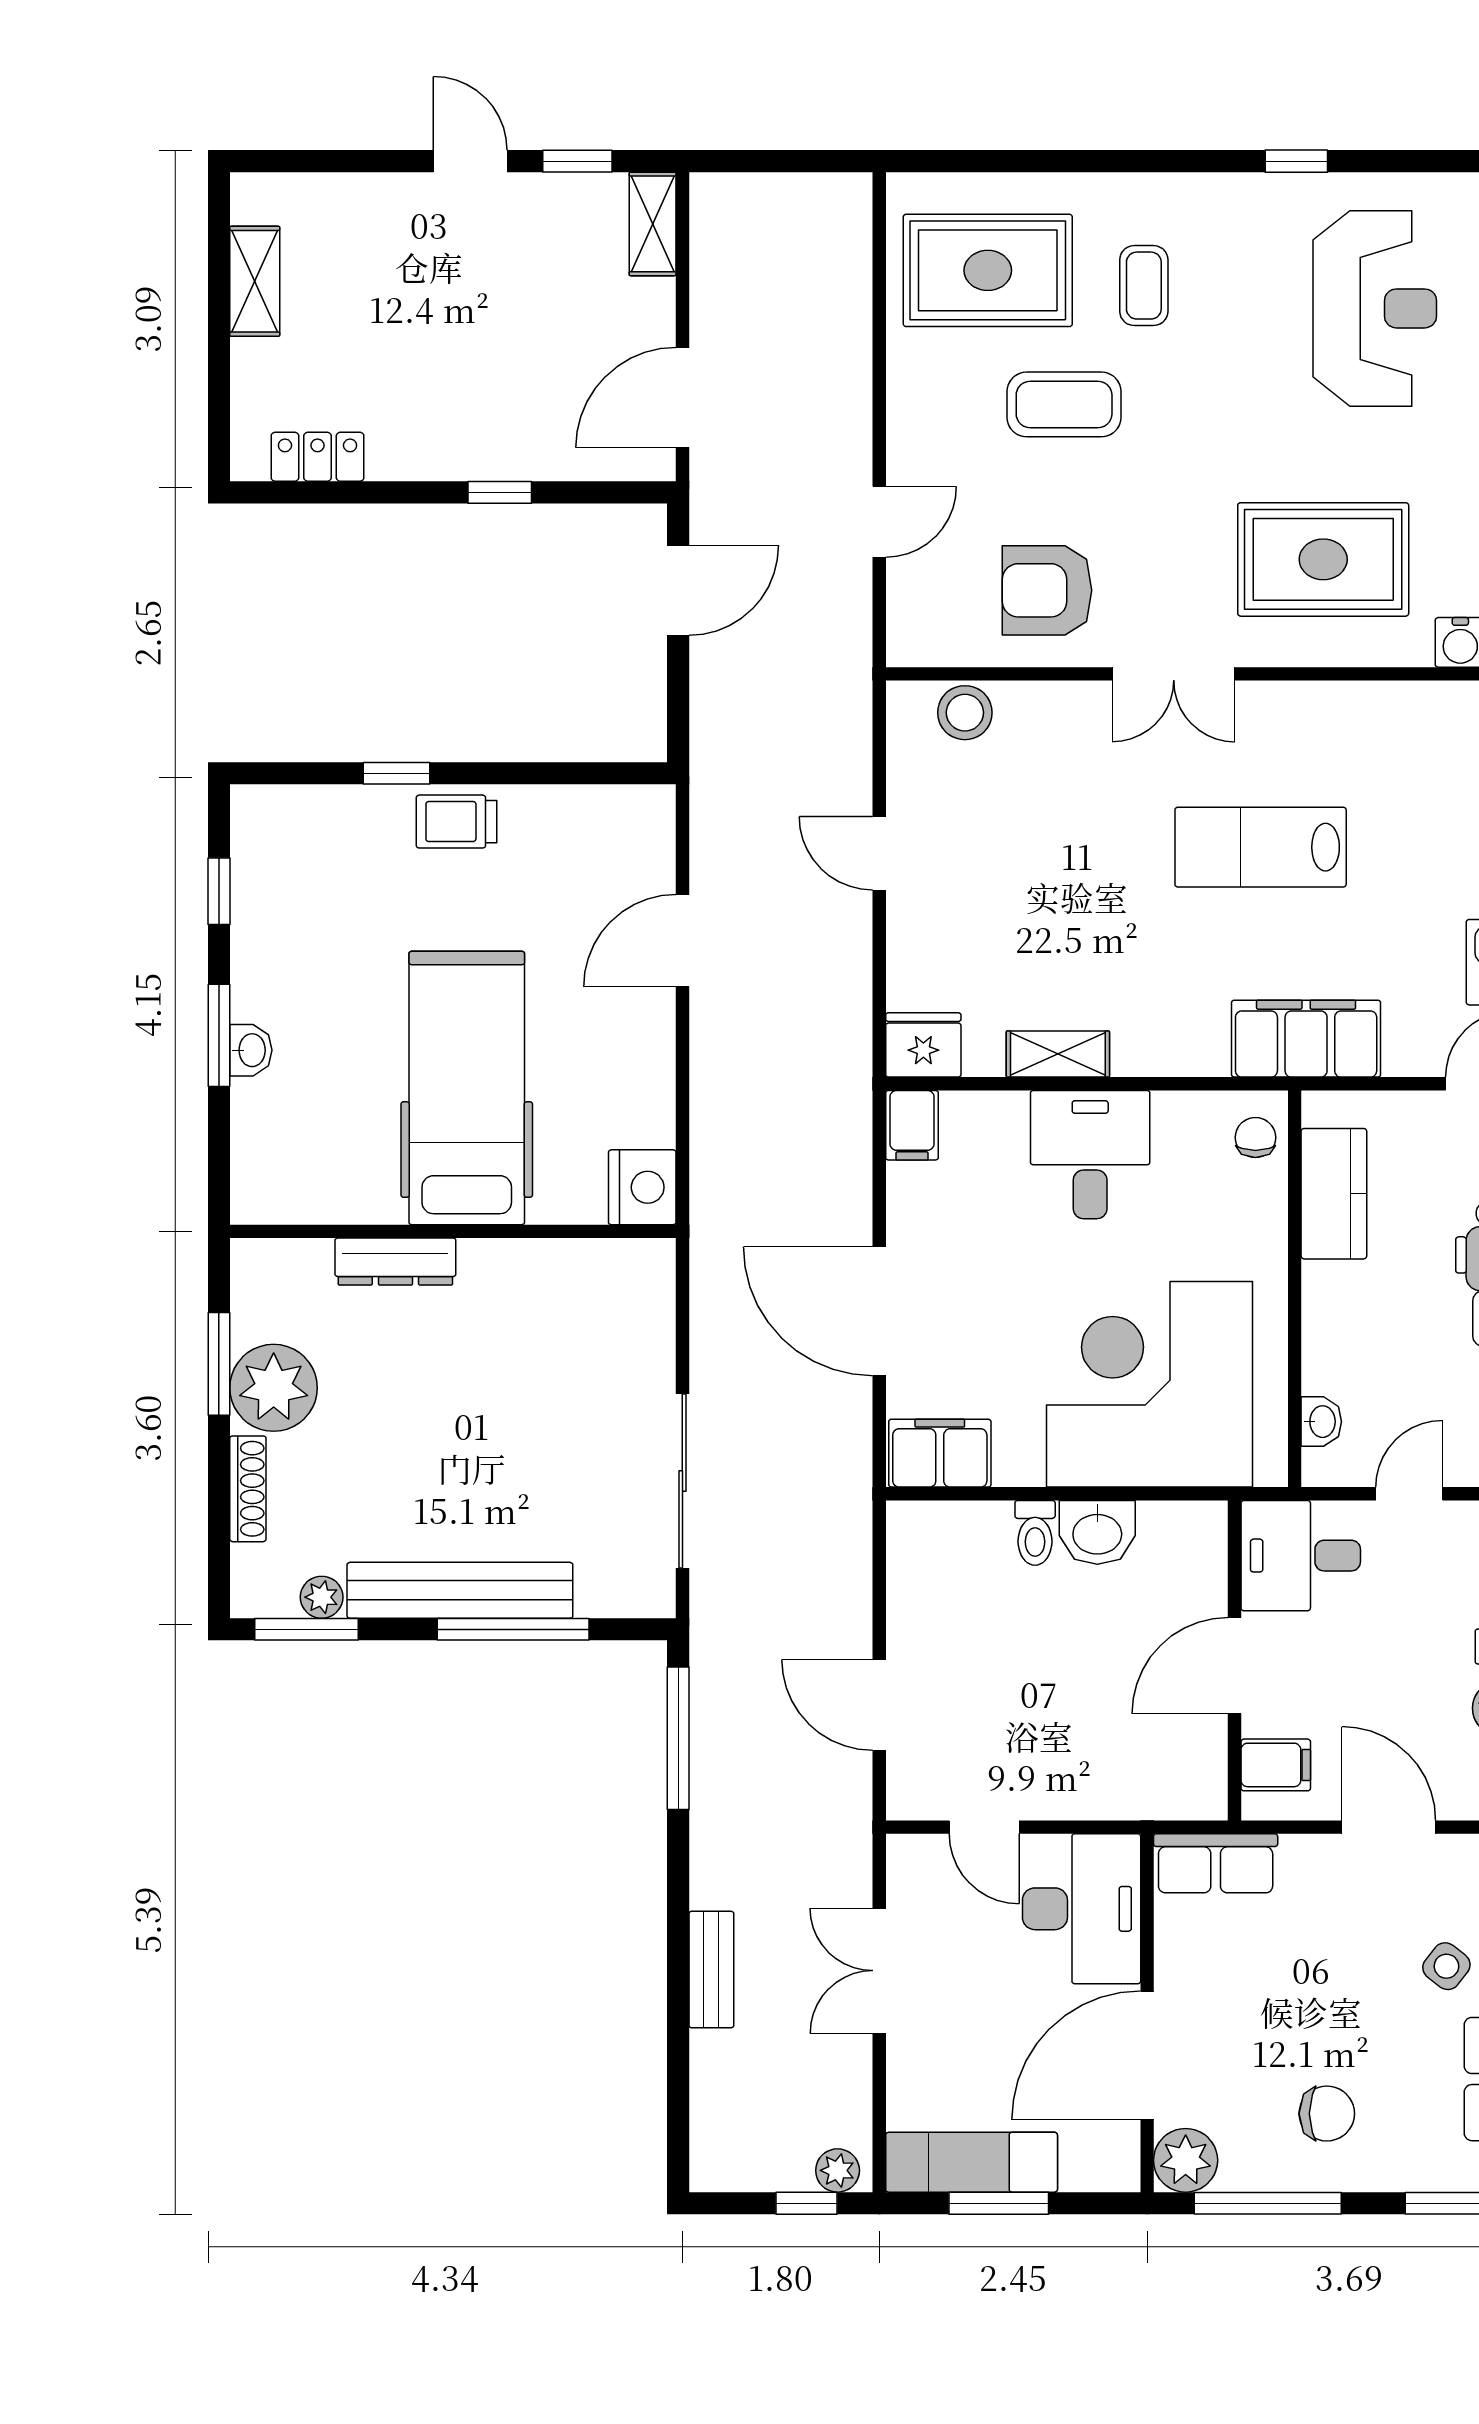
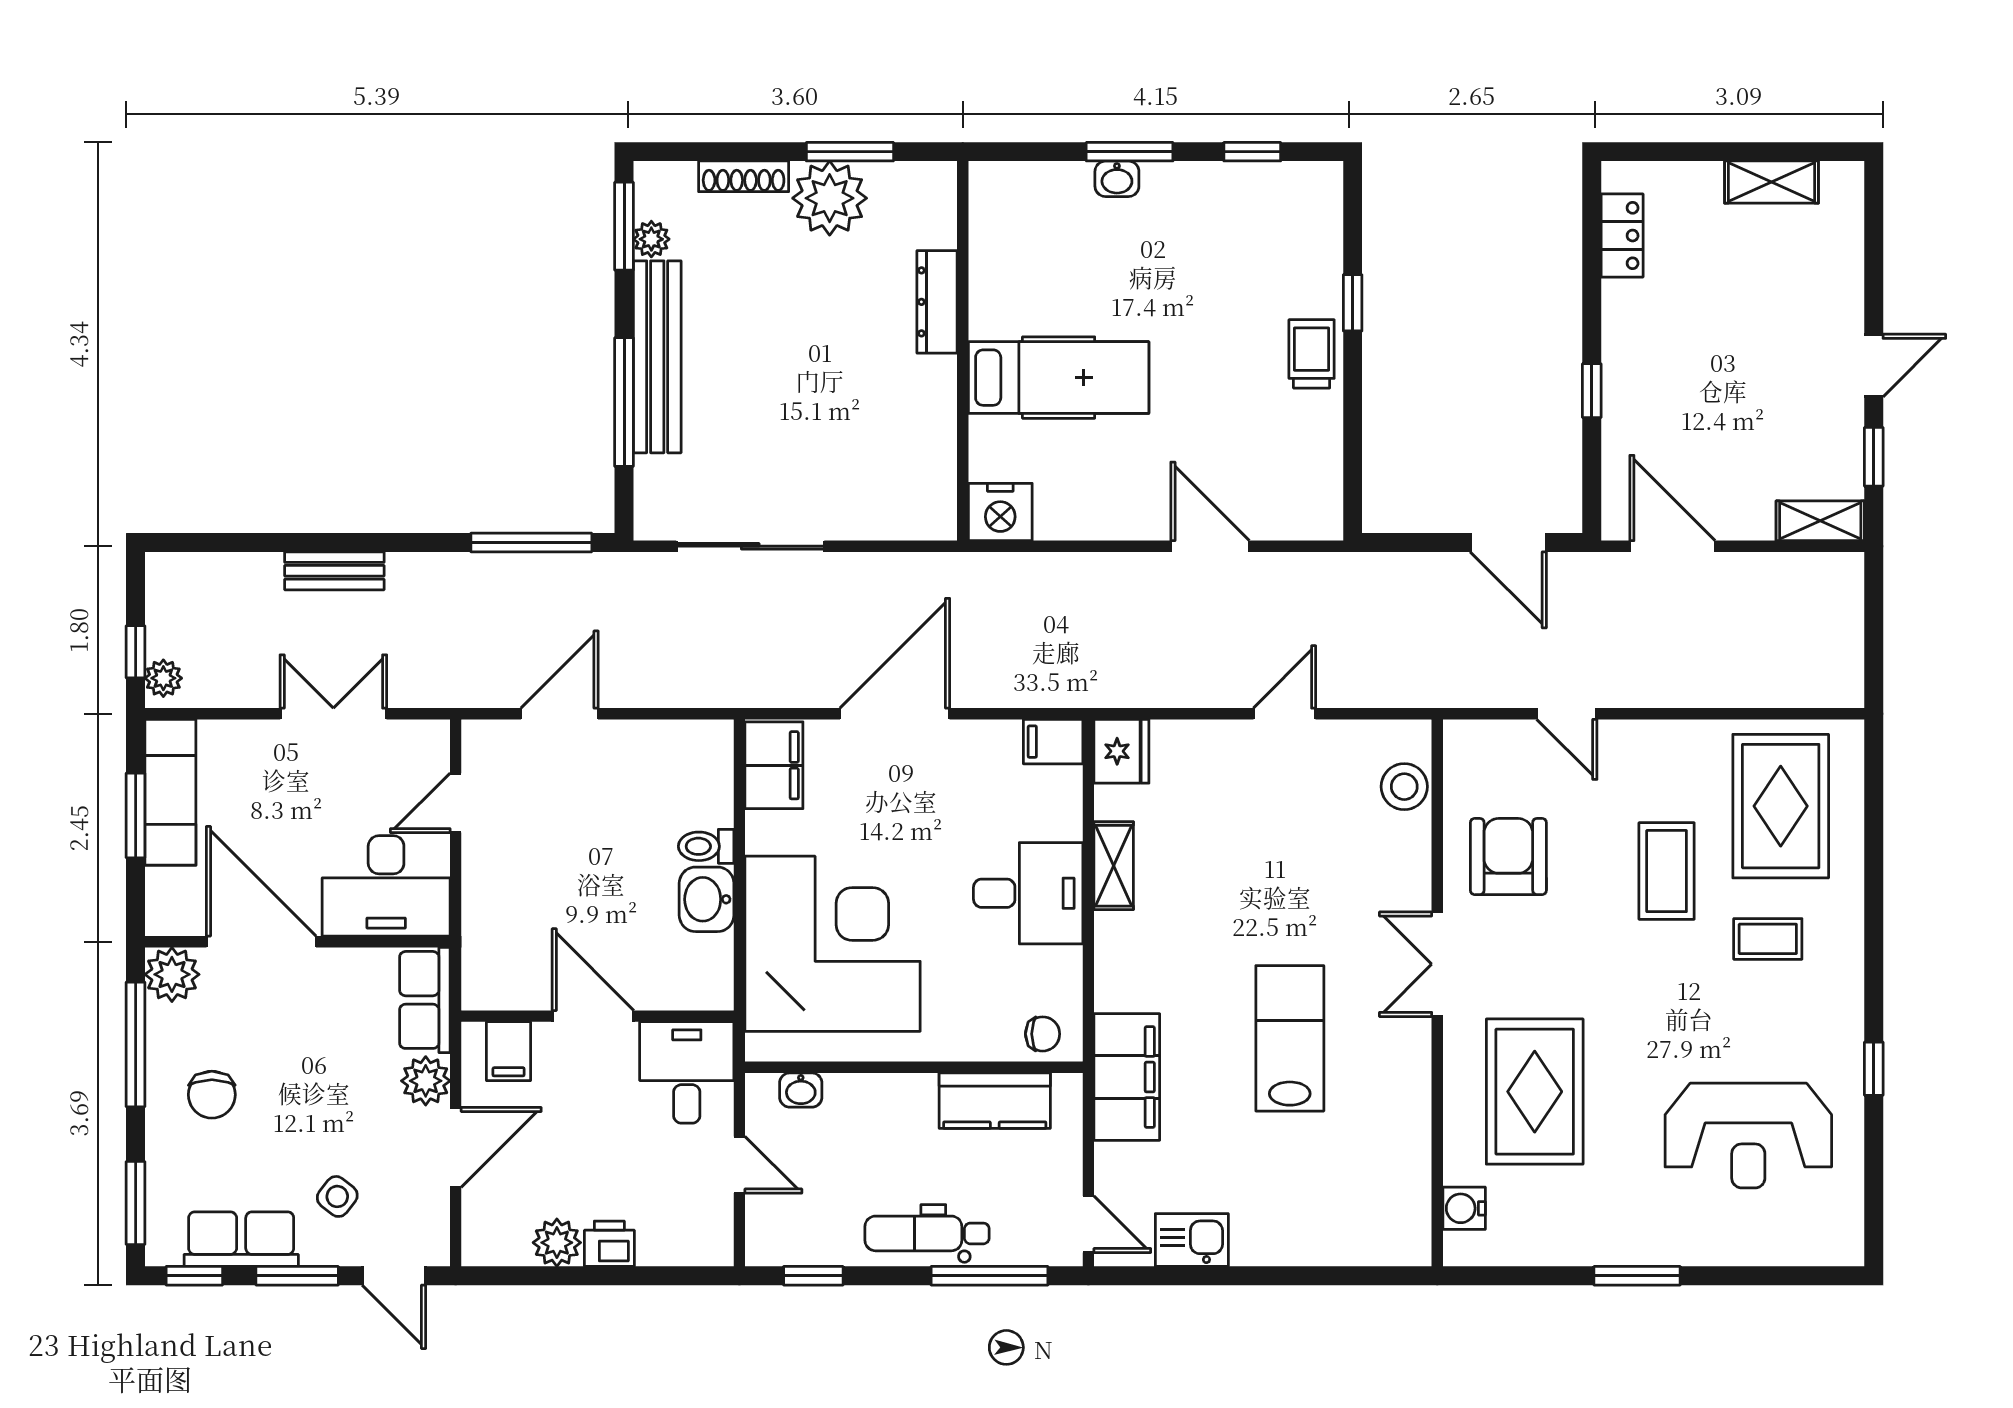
hospital bed: (467, 1088) -> (1059, 378), width x0.73, depth x0.78
plant: (1311, 1862) -> (426, 1081), added

